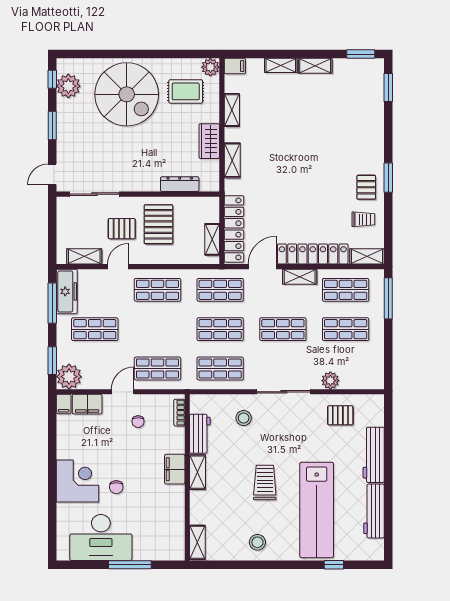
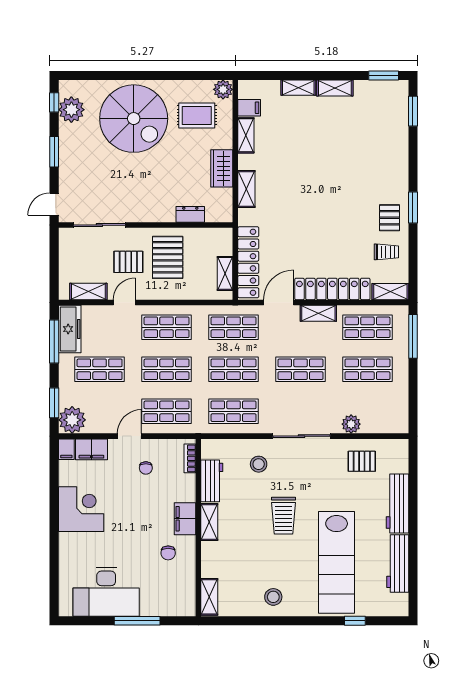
filing cabinet: (235, 66) -> (249, 108), moved
dresser: (180, 184) -> (190, 214), width x0.70
shop shelf: (157, 329) -> (167, 369), added
corner desk: (77, 481) -> (81, 509), moved
trolley: (265, 483) -> (284, 516), moved, turned 180
chair: (116, 487) -> (168, 553), moved

